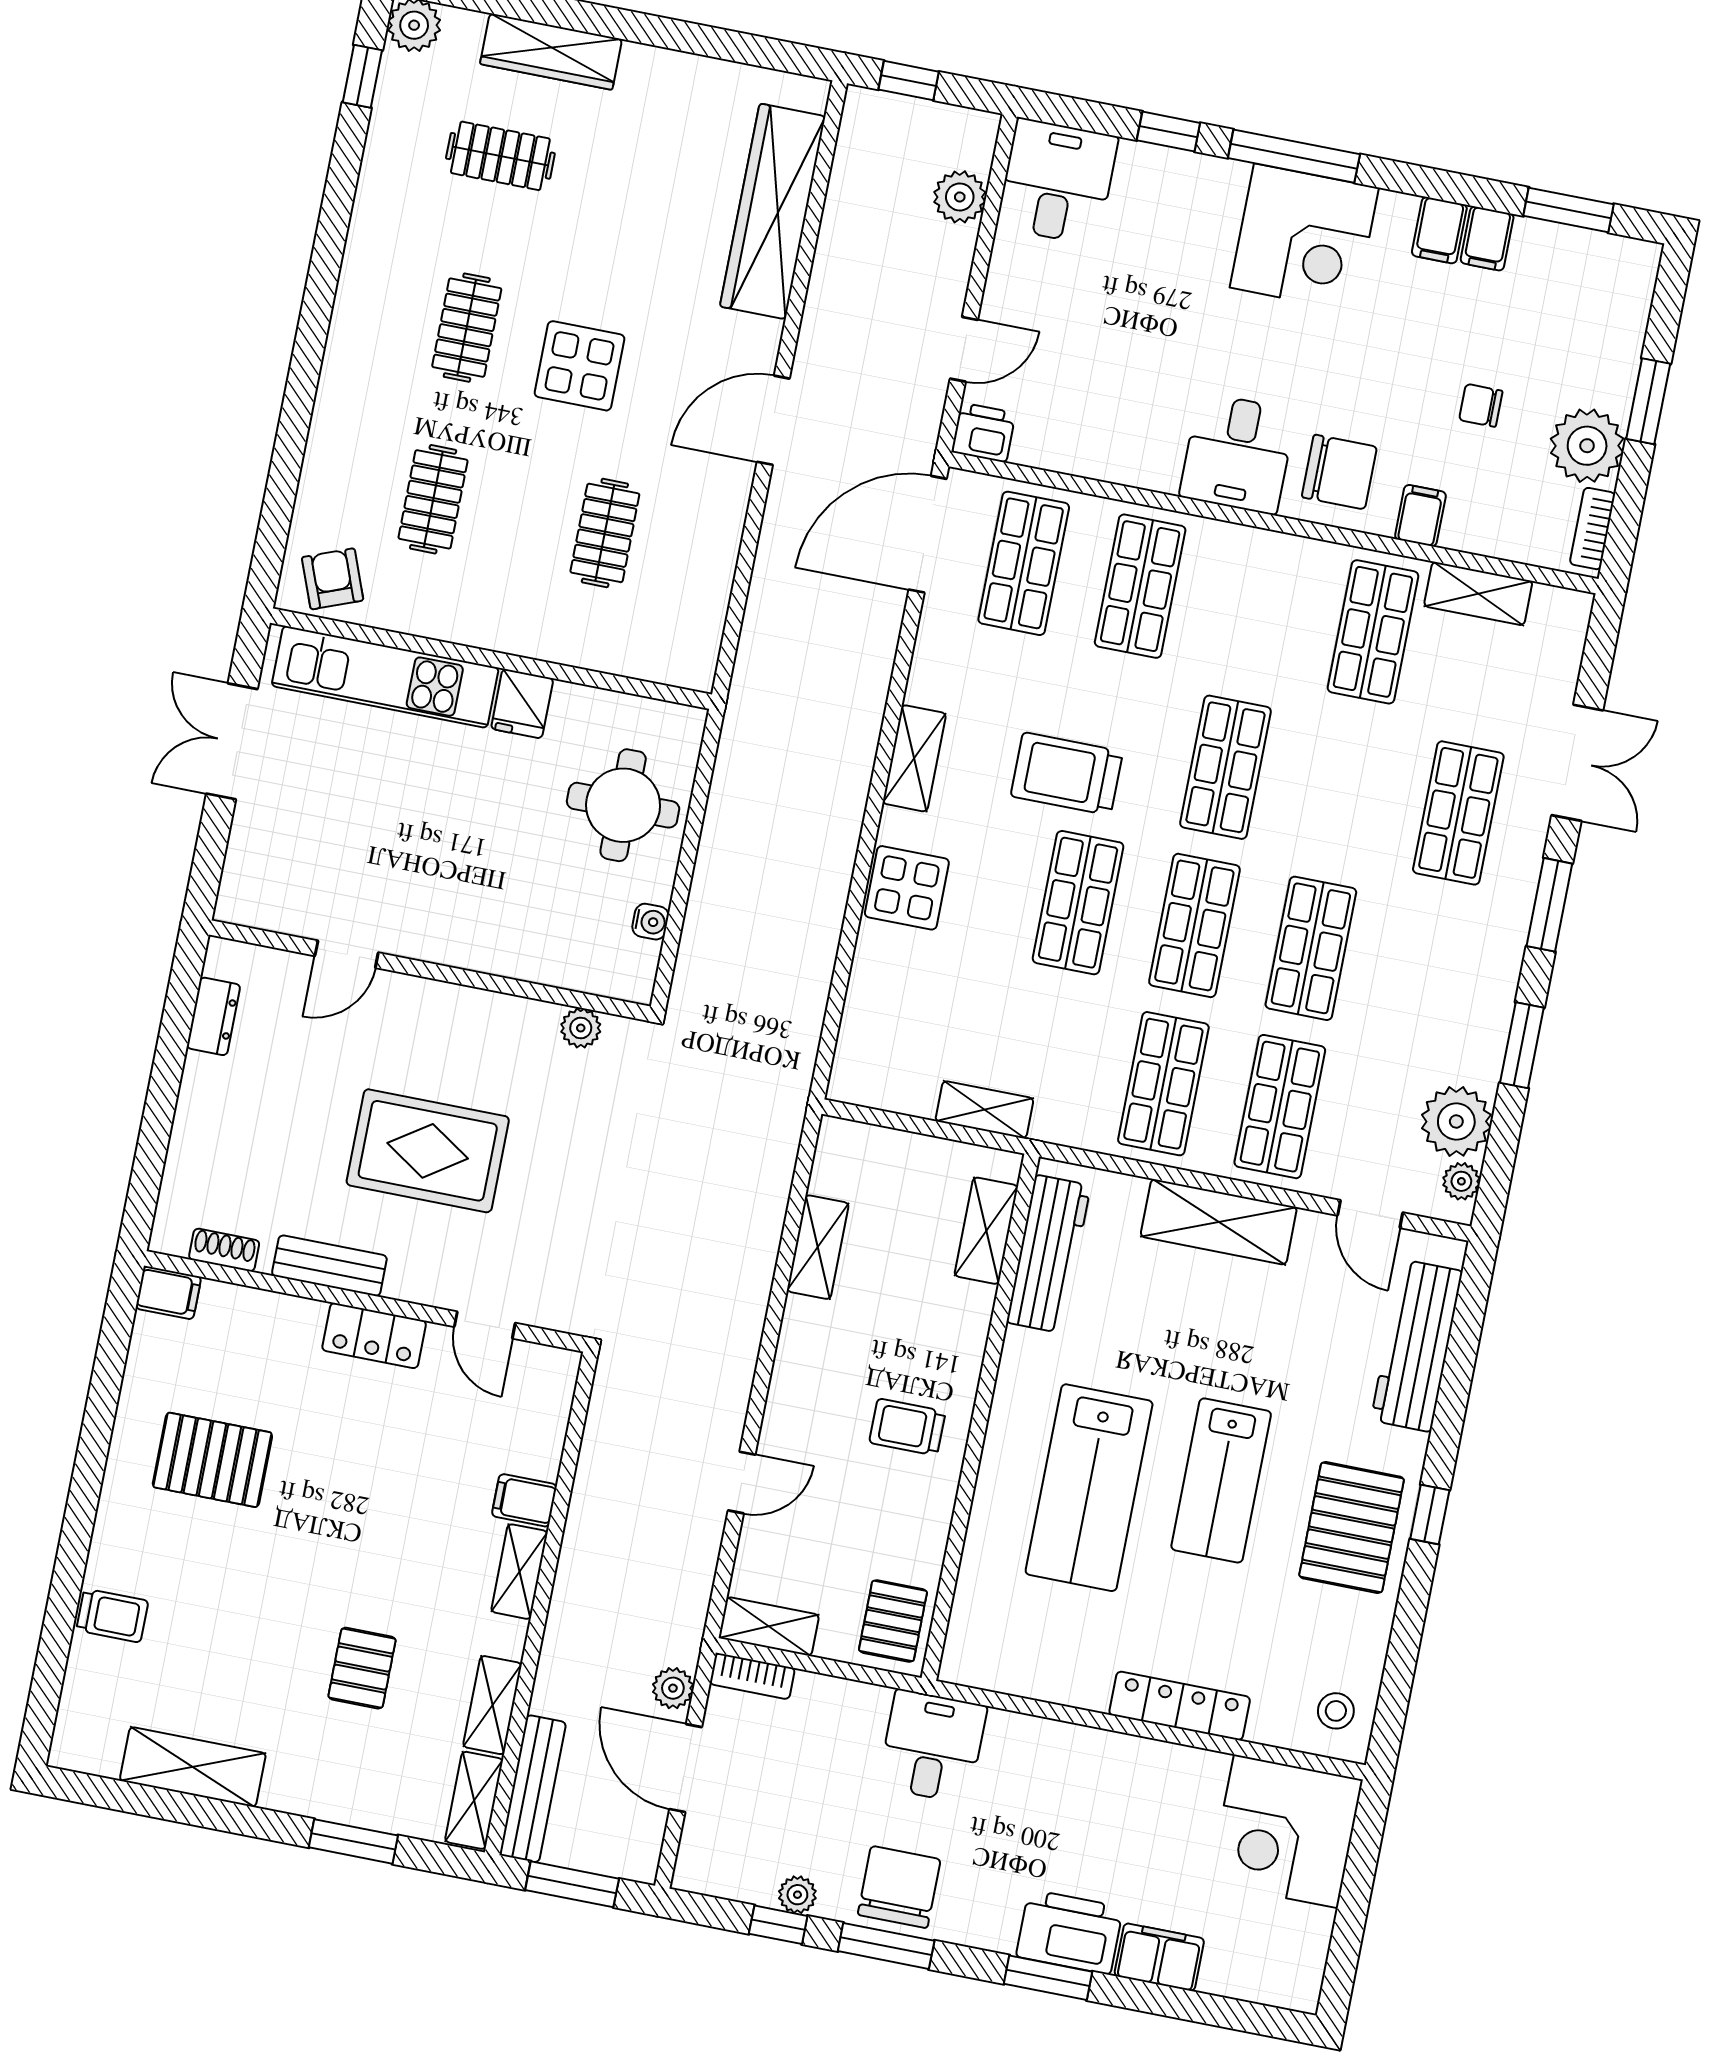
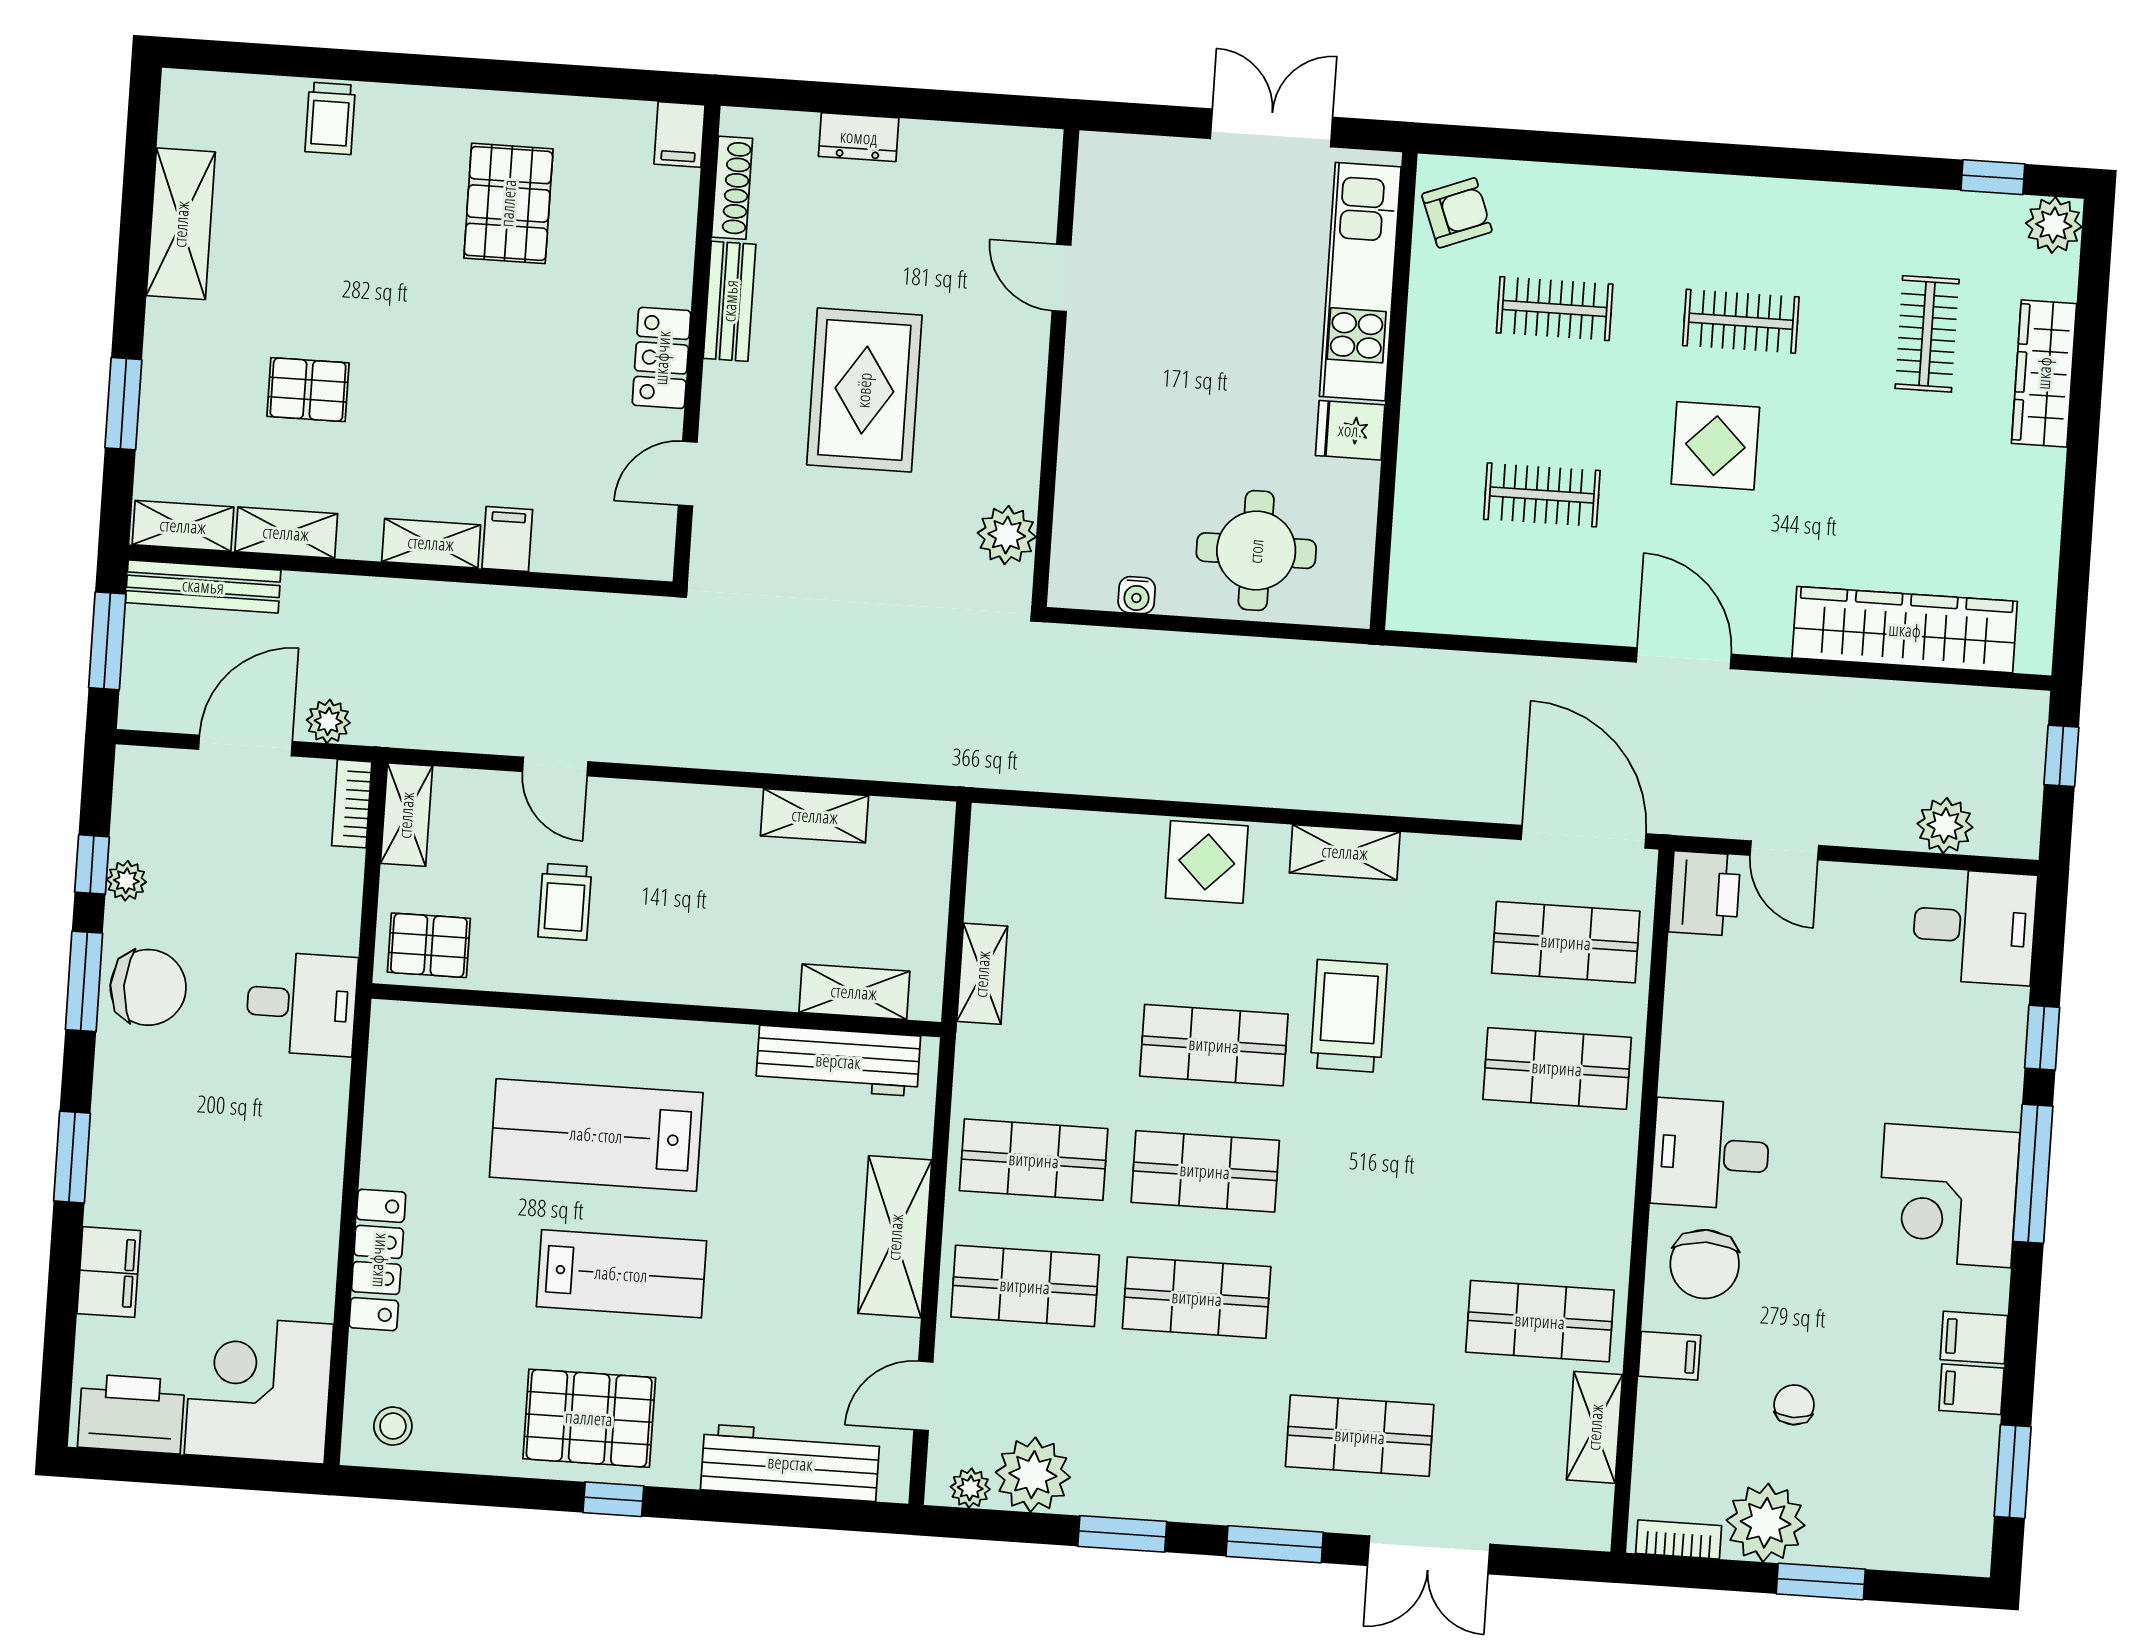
printer: (983, 432) -> (1705, 893), width x1.36, depth x1.24
shop shelf: (1225, 767) -> (1377, 1183), removed
dresser: (214, 1016) -> (859, 137), moved
plant: (581, 1028) -> (1007, 535), width x1.38, depth x1.38
shoe rack: (224, 1250) -> (732, 188), width x1.43
trolley: (907, 1427) -> (565, 902), moved, turned 180
lab bench: (1221, 1480) -> (621, 1274), turned 180
printer: (1070, 1932) -> (131, 1414), moved, turned -90

